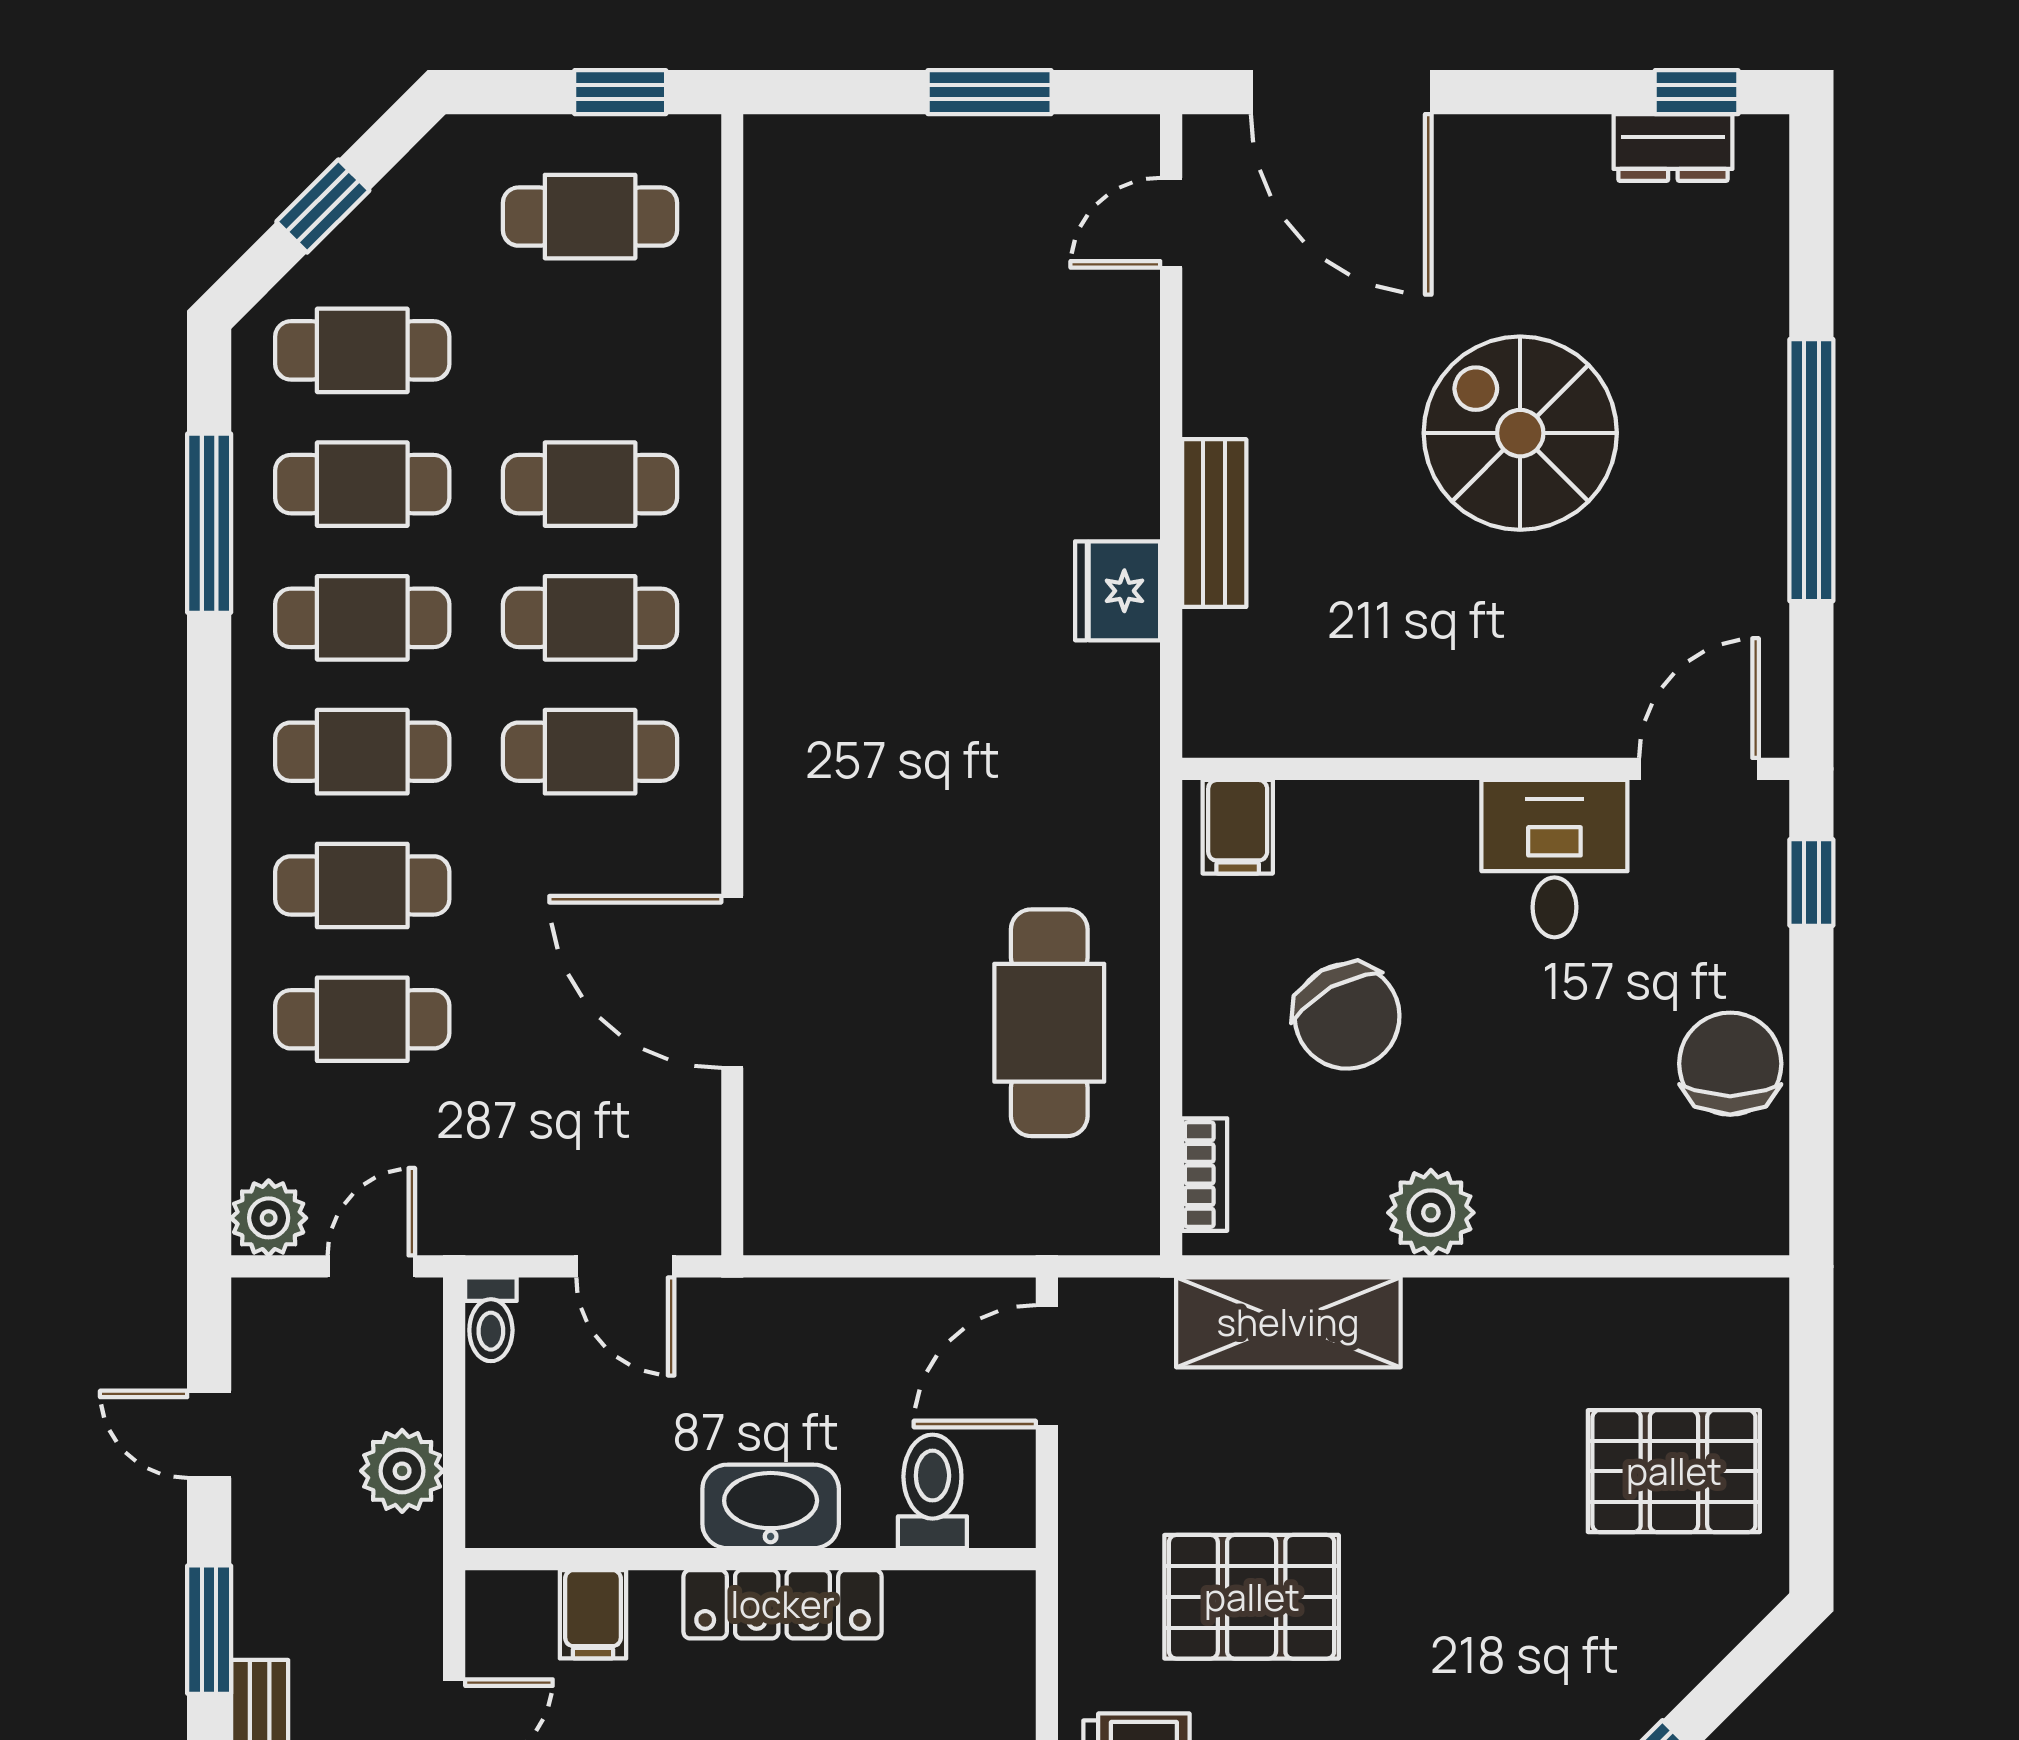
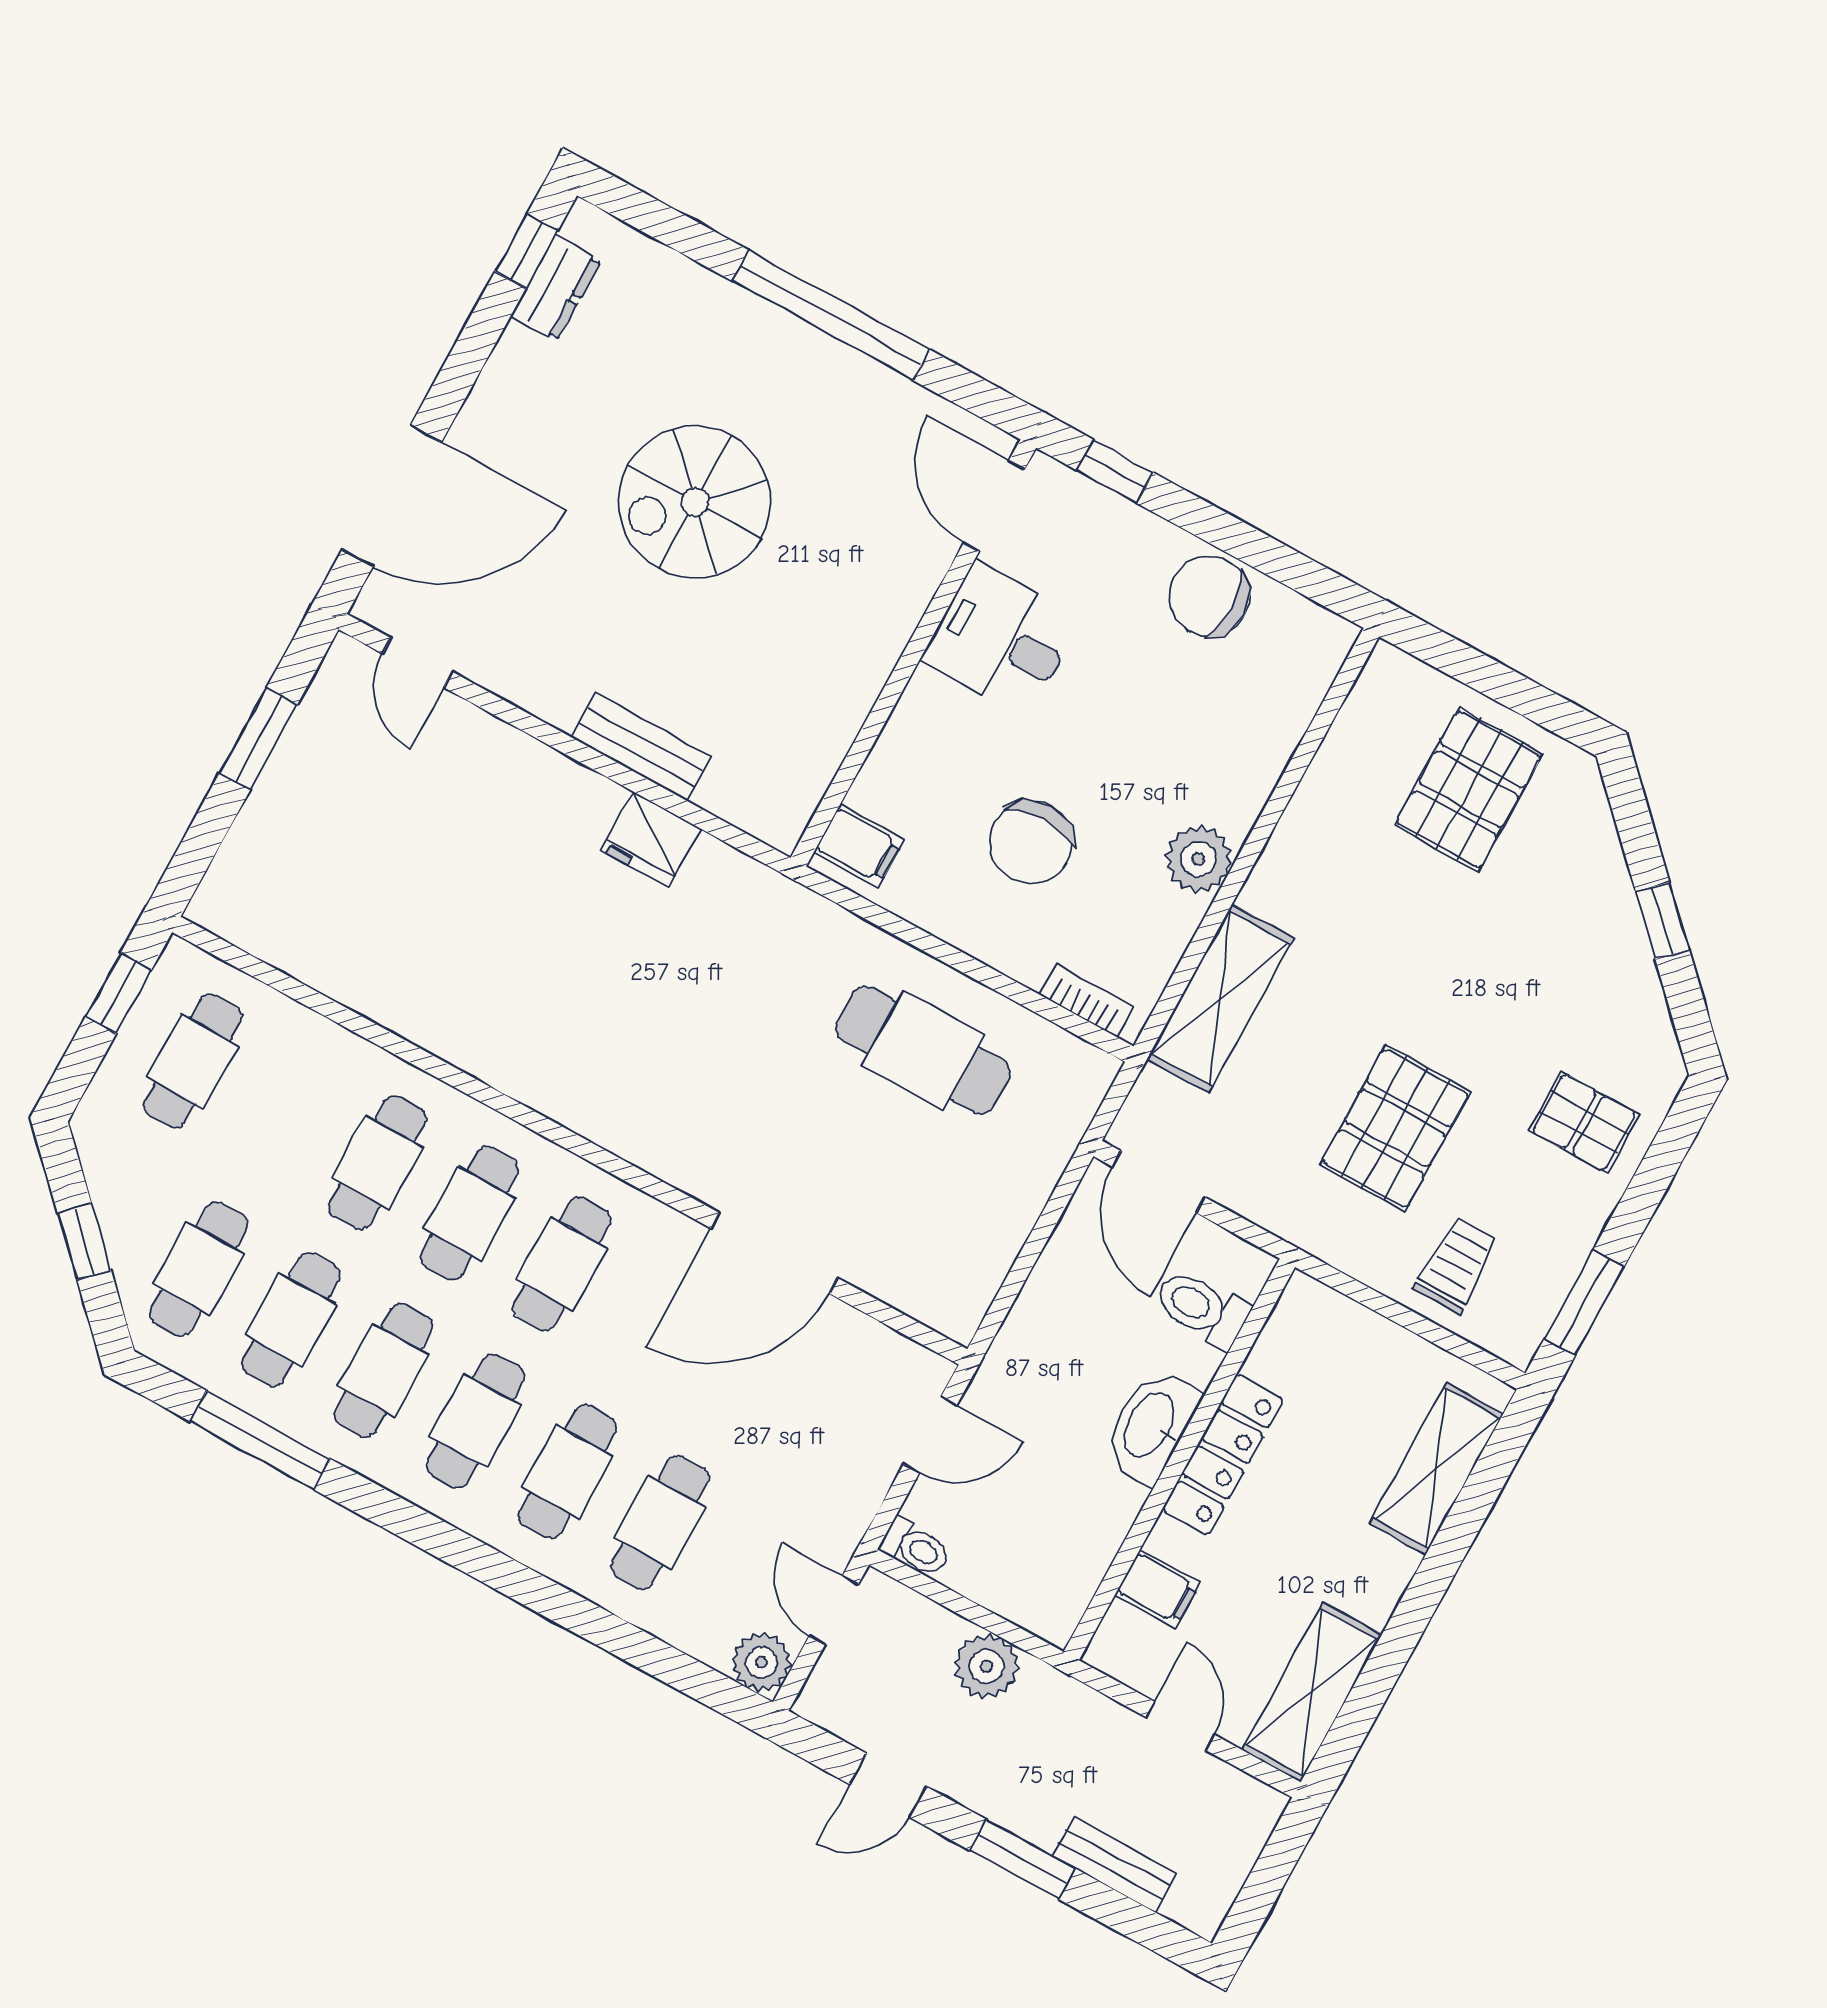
chair: (1347, 1016) -> (1031, 842), turned 119

